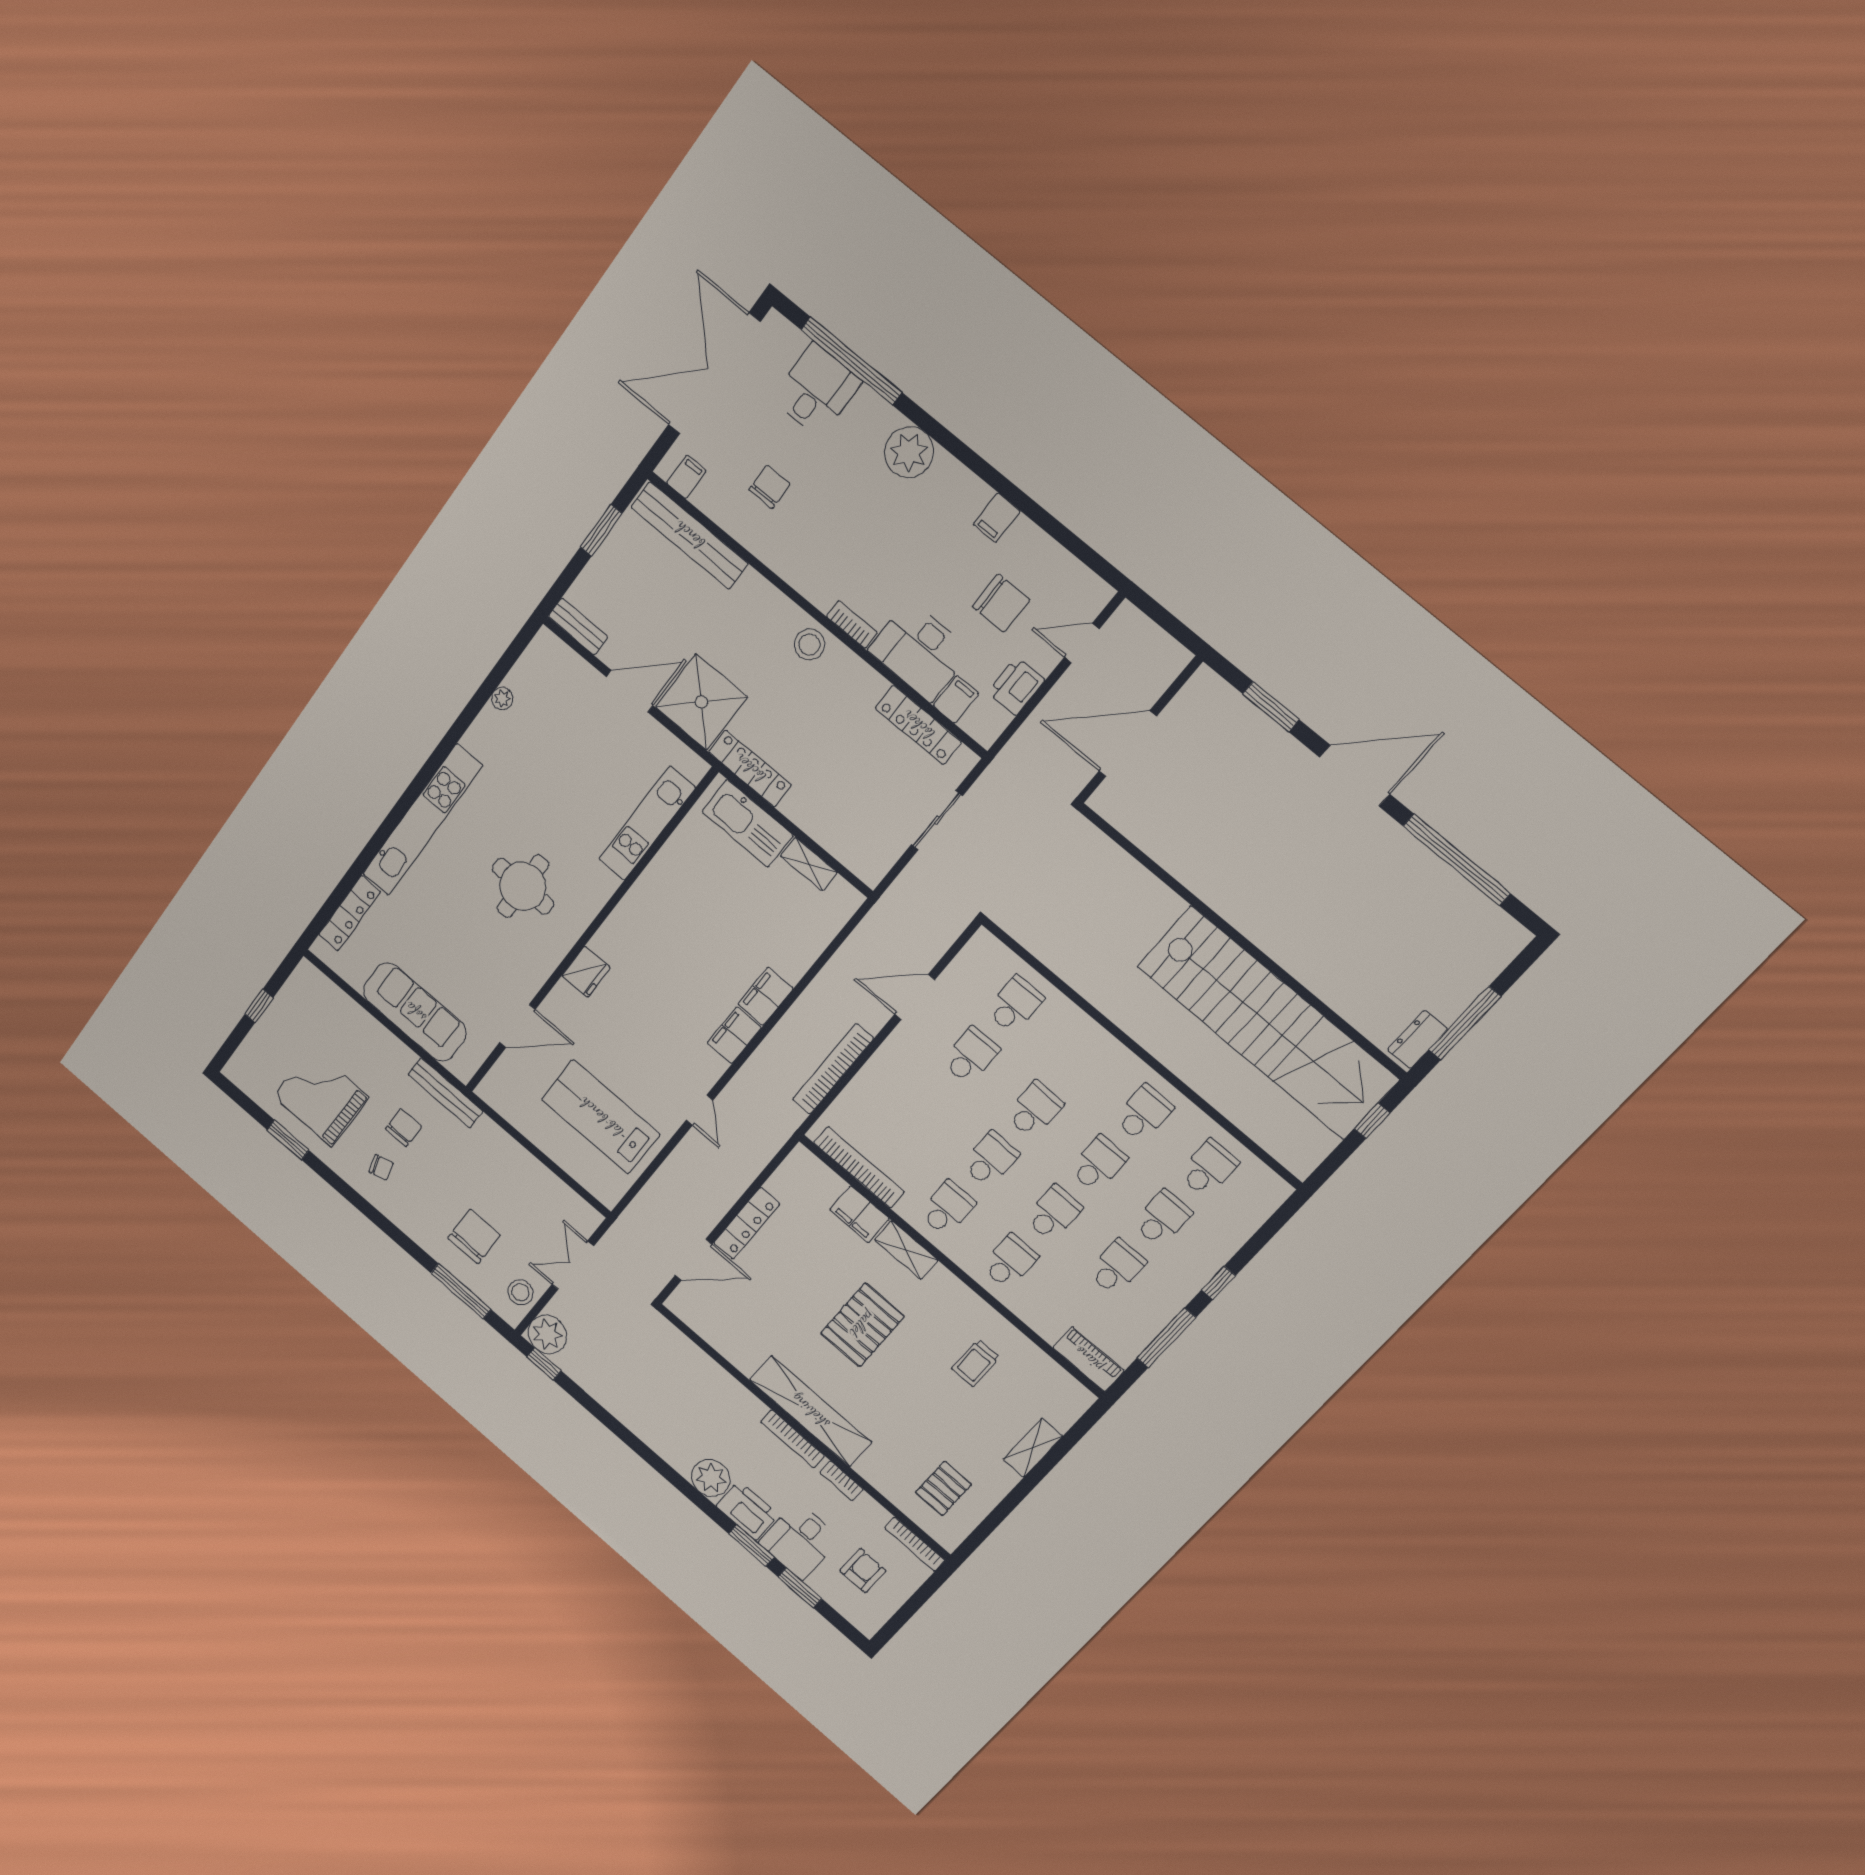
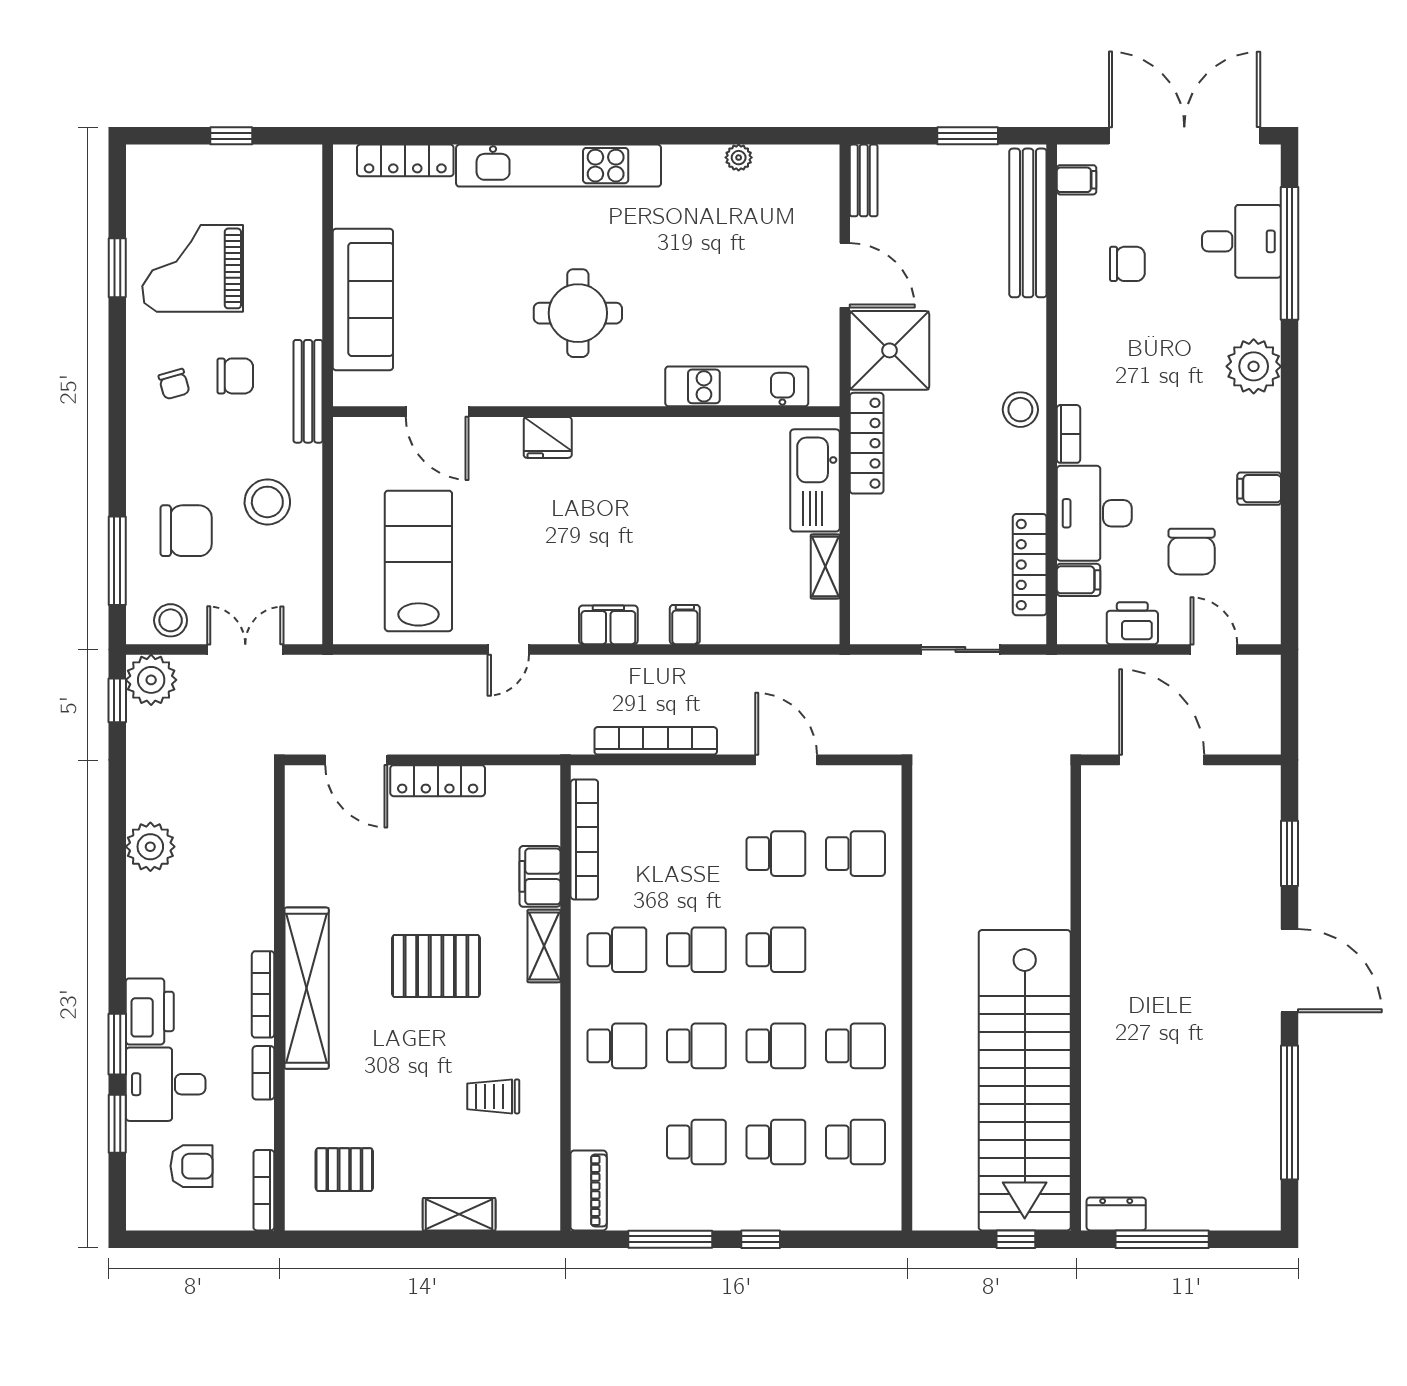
filing cabinet: (766, 996) -> (685, 625), width x0.50
grand piano: (321, 1097) -> (193, 268), turned -90
stool: (494, 1175) -> (267, 502), added
plant: (711, 1478) -> (150, 847), moved

